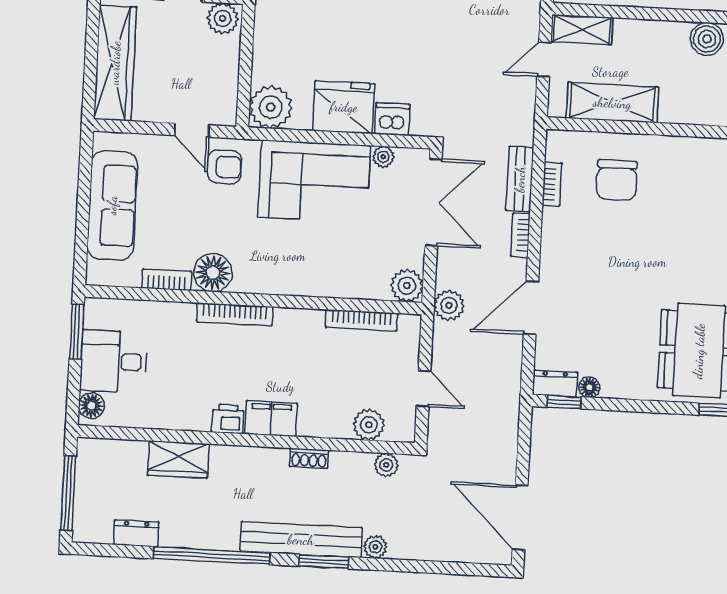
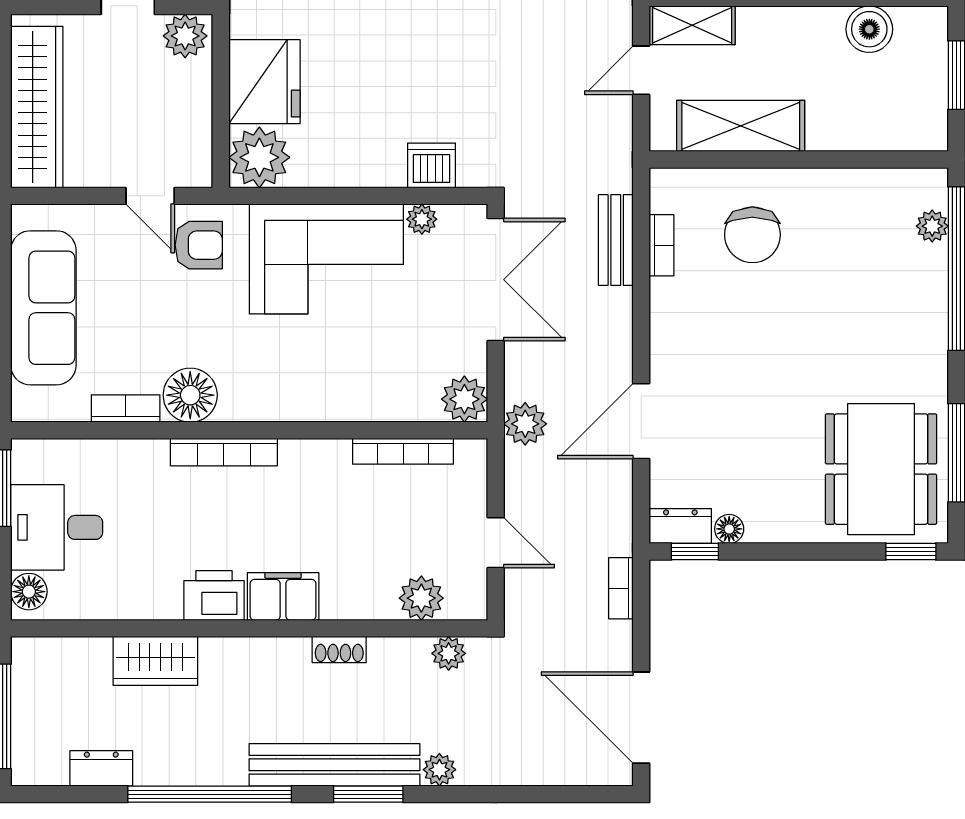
fridge: (344, 107) -> (264, 82), moved, turned 90
bookcase: (520, 235) -> (621, 588), moved
printer: (228, 419) -> (214, 595), width x1.36, depth x1.24

